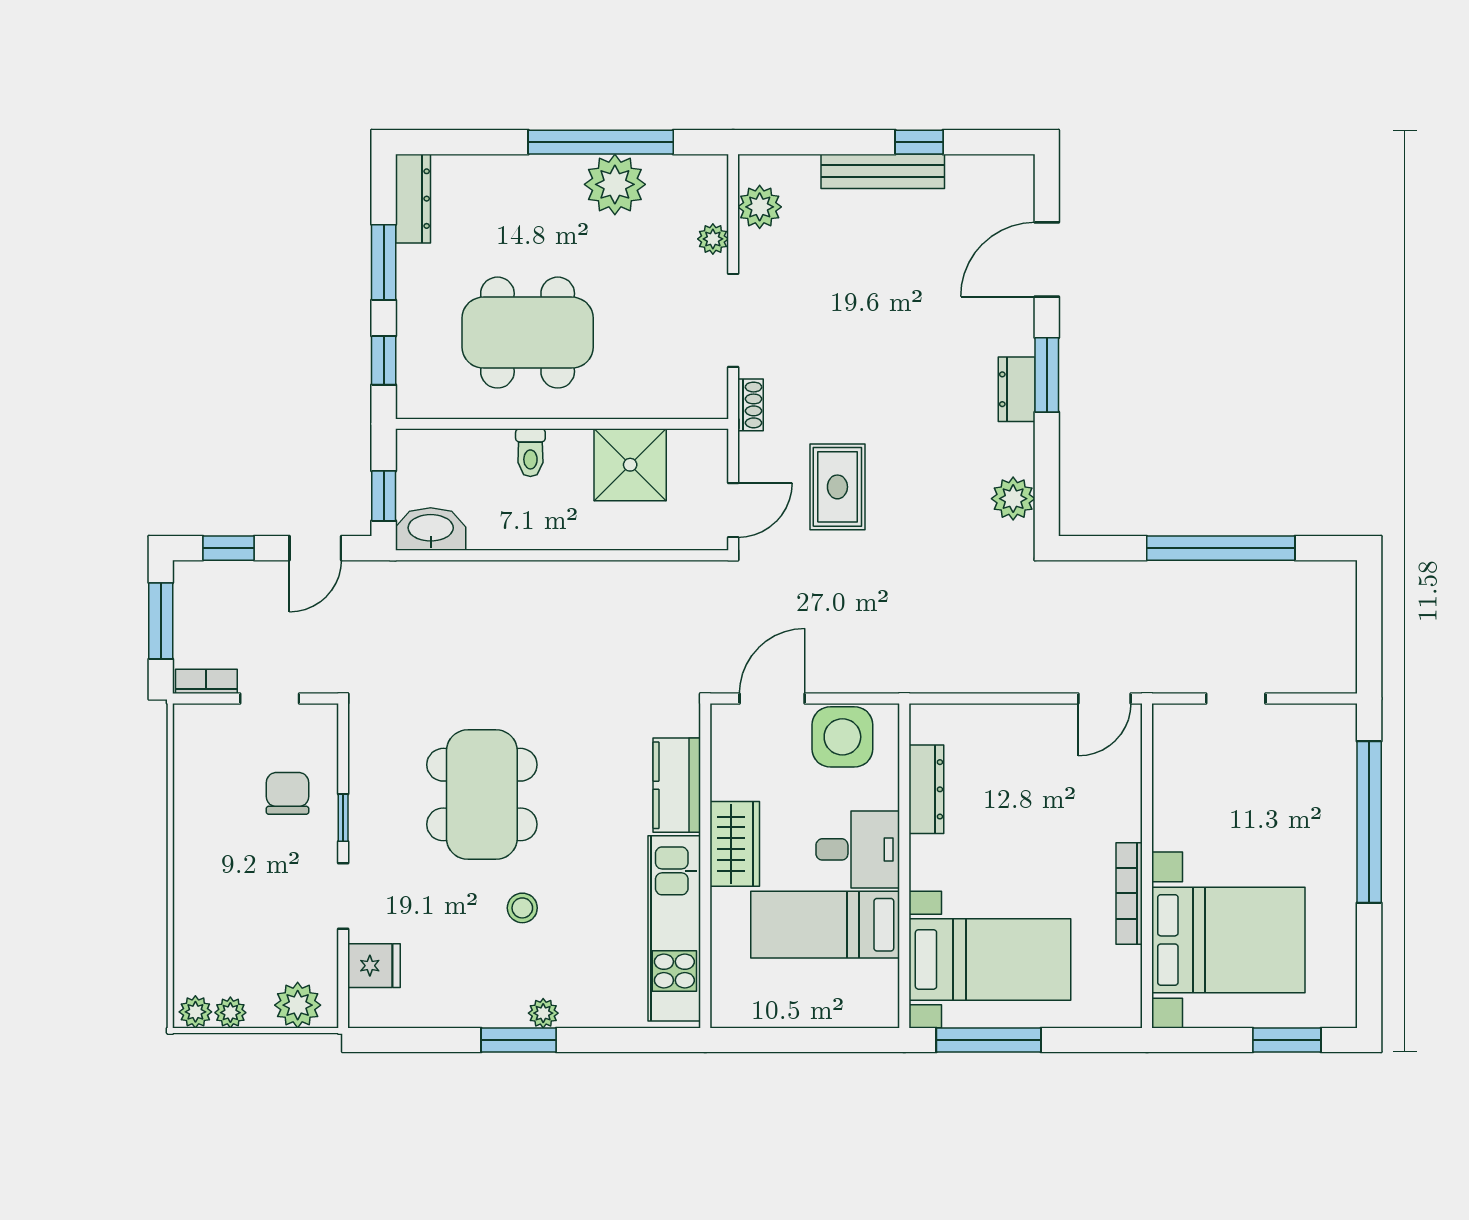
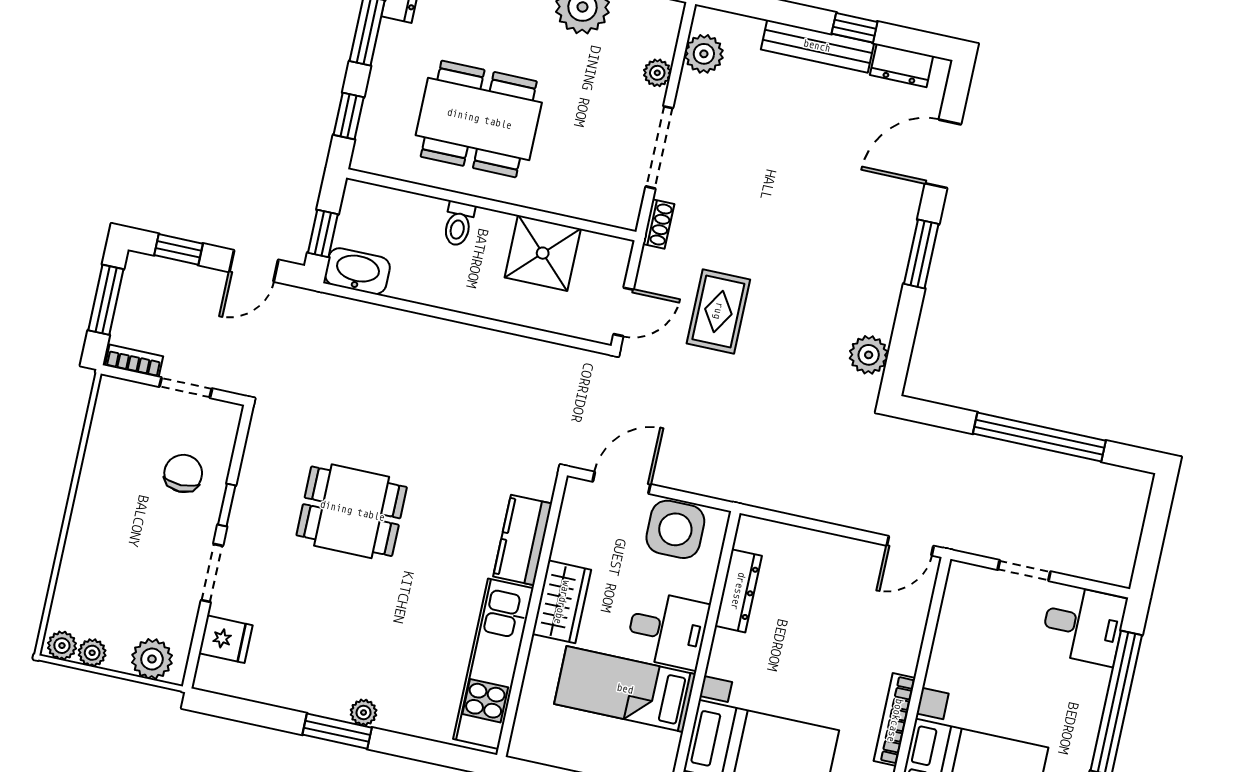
dresser: (1017, 389) -> (902, 66), moved, turned -90
desk: (1314, 744) -> (1084, 625), added
dining table: (482, 795) -> (352, 511), width x0.73
stool: (522, 908) -> (365, 617), removed

